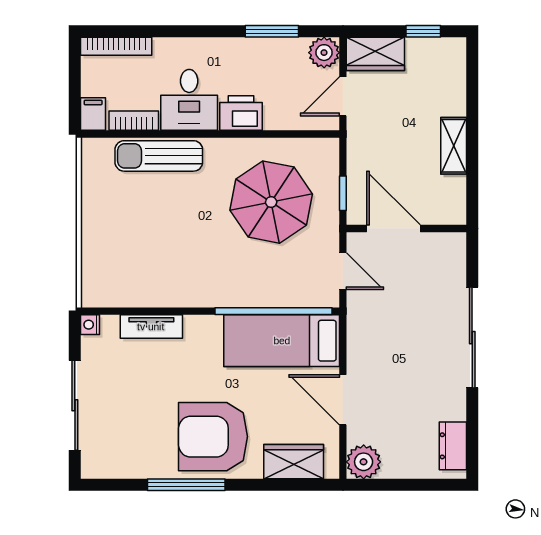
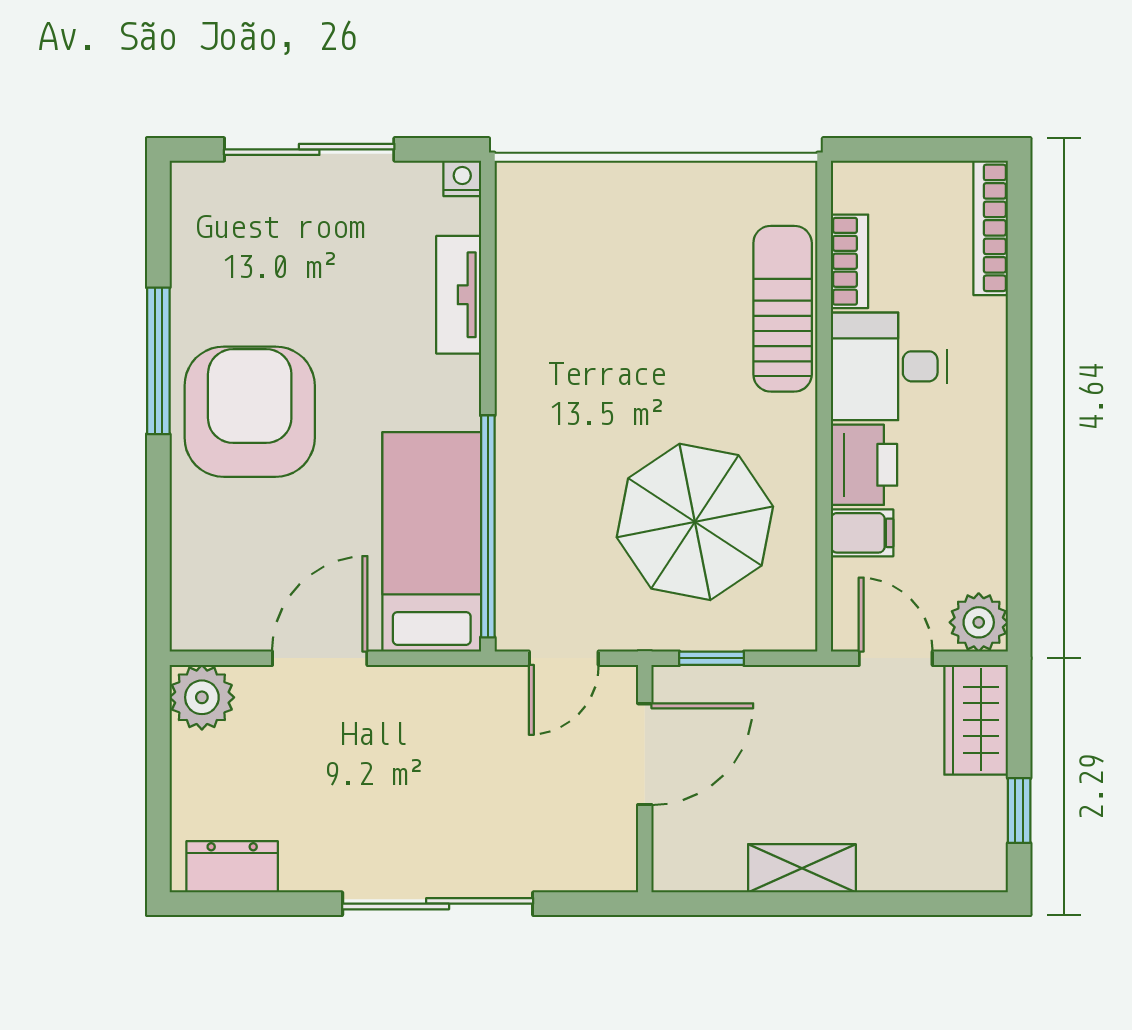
window: (272, 31) -> (1019, 523), removed
filing cabinet: (93, 114) -> (862, 533), moved
wardrobe: (294, 462) -> (202, 565), removed

